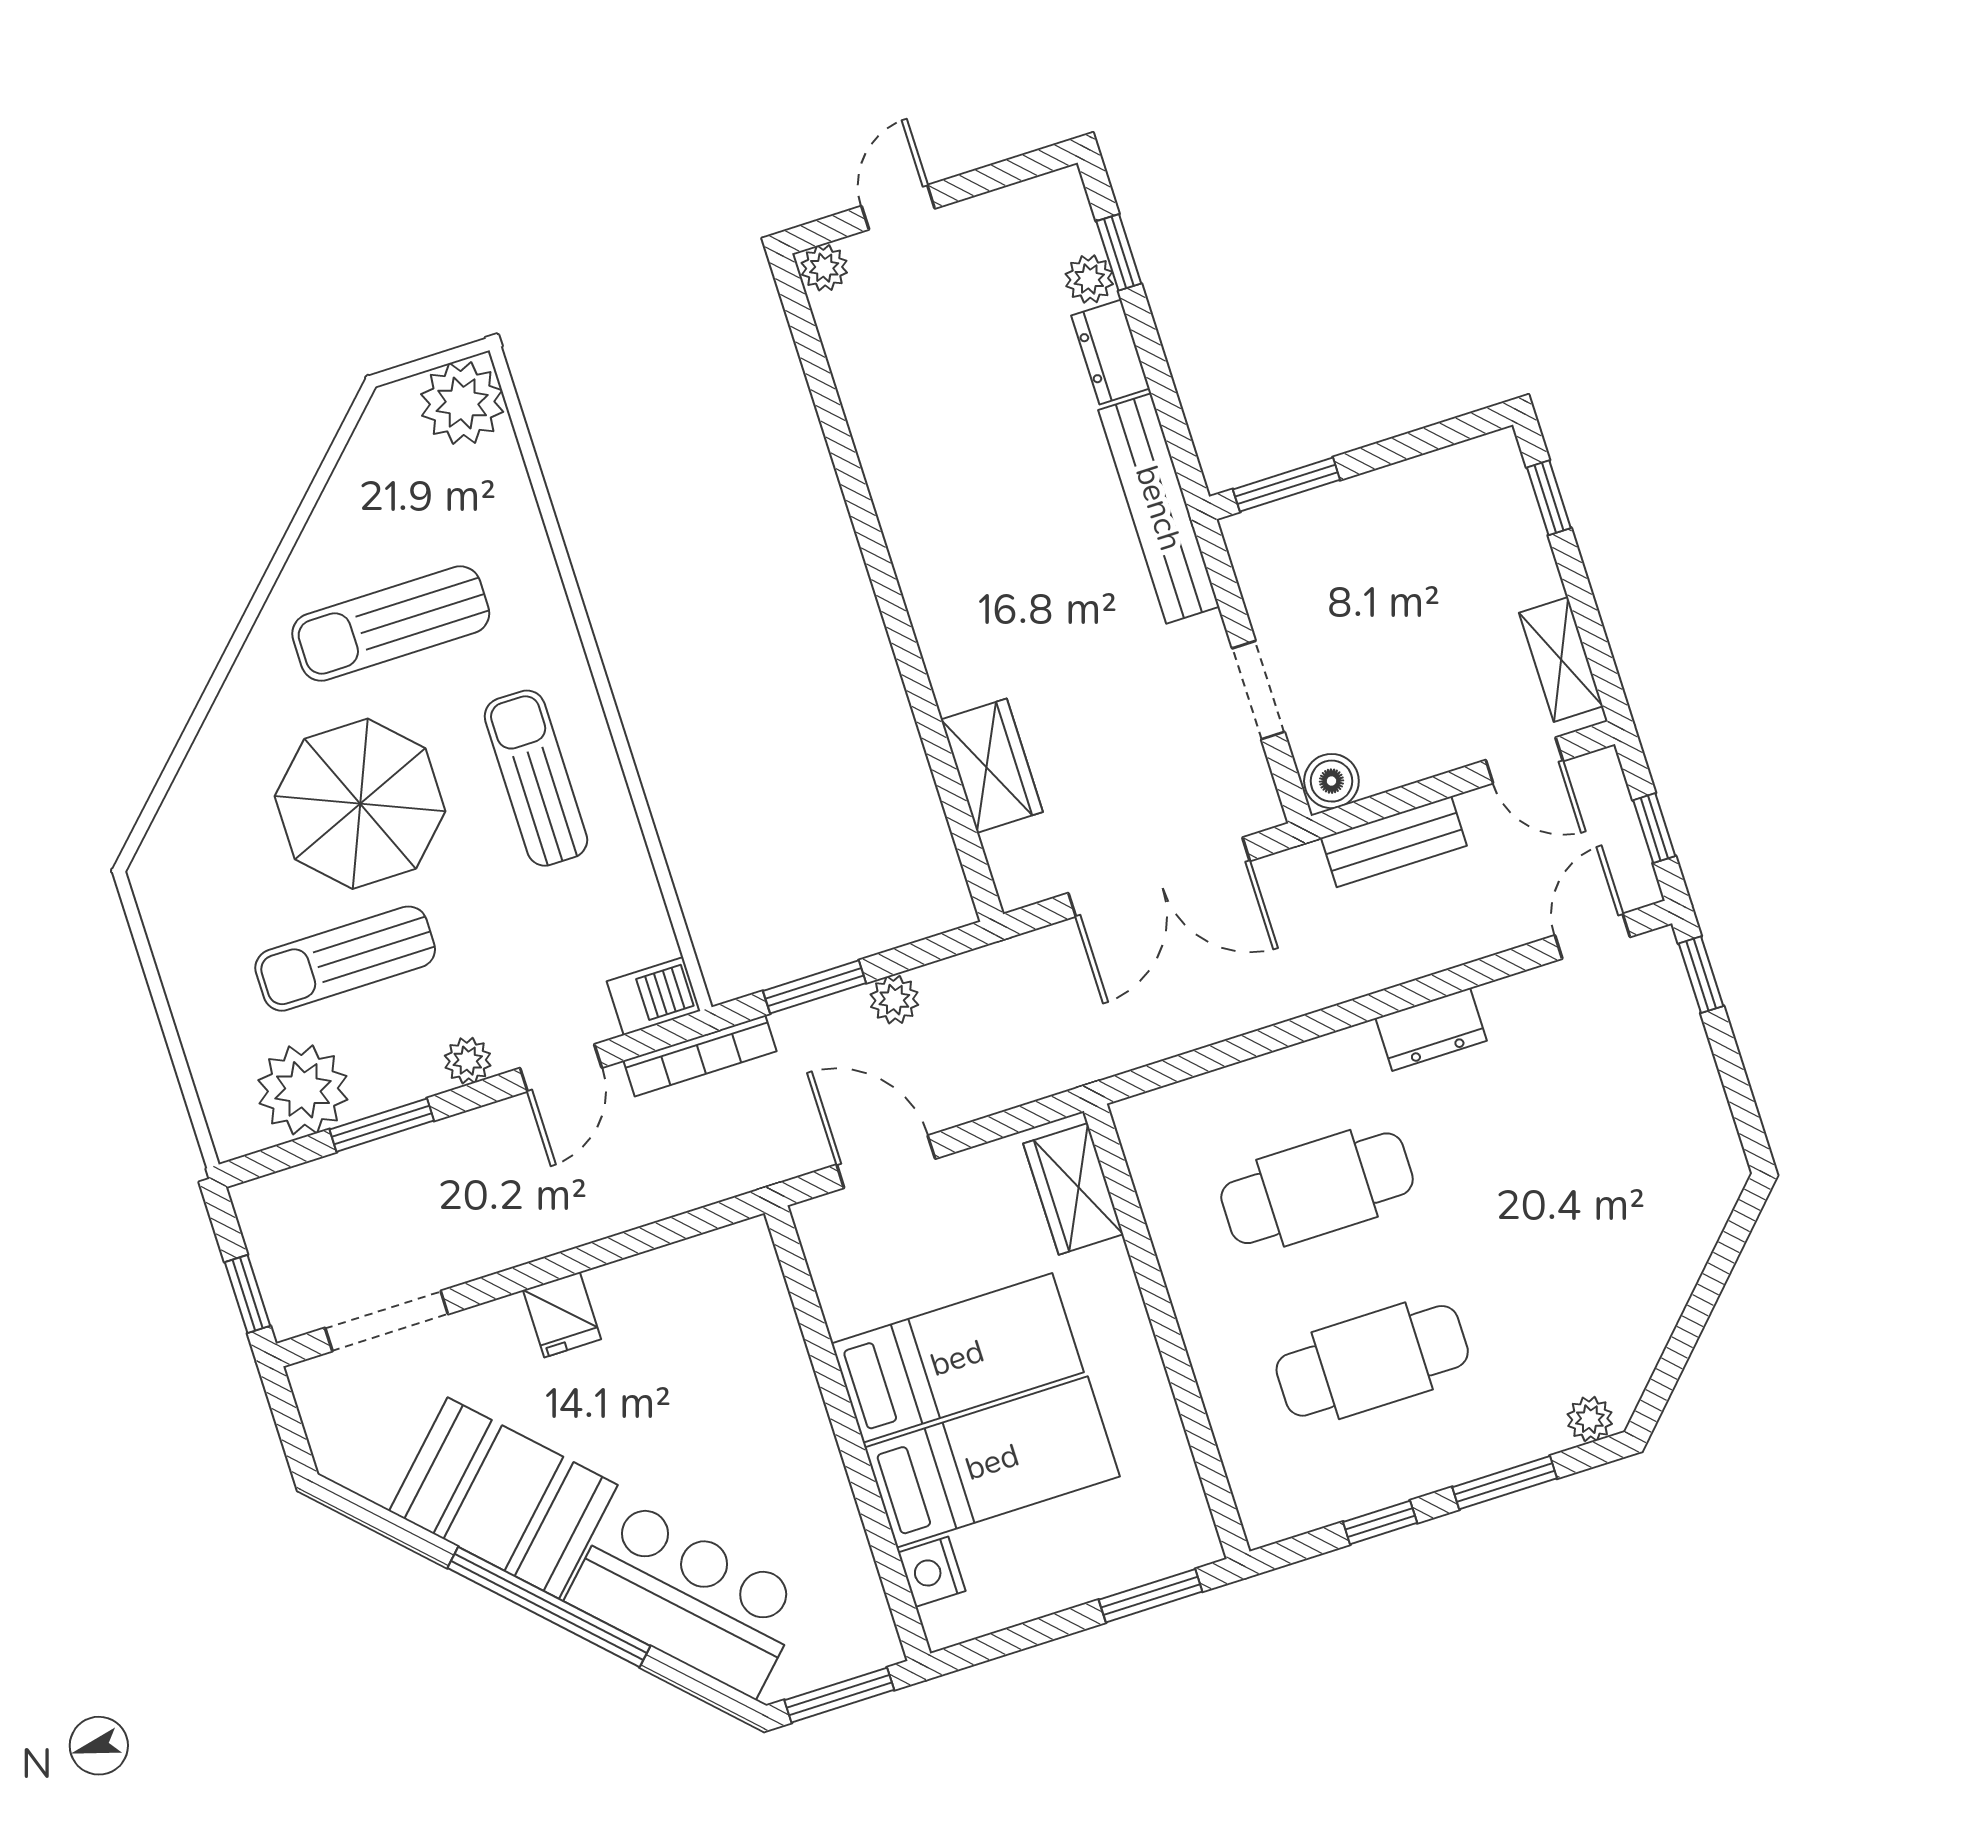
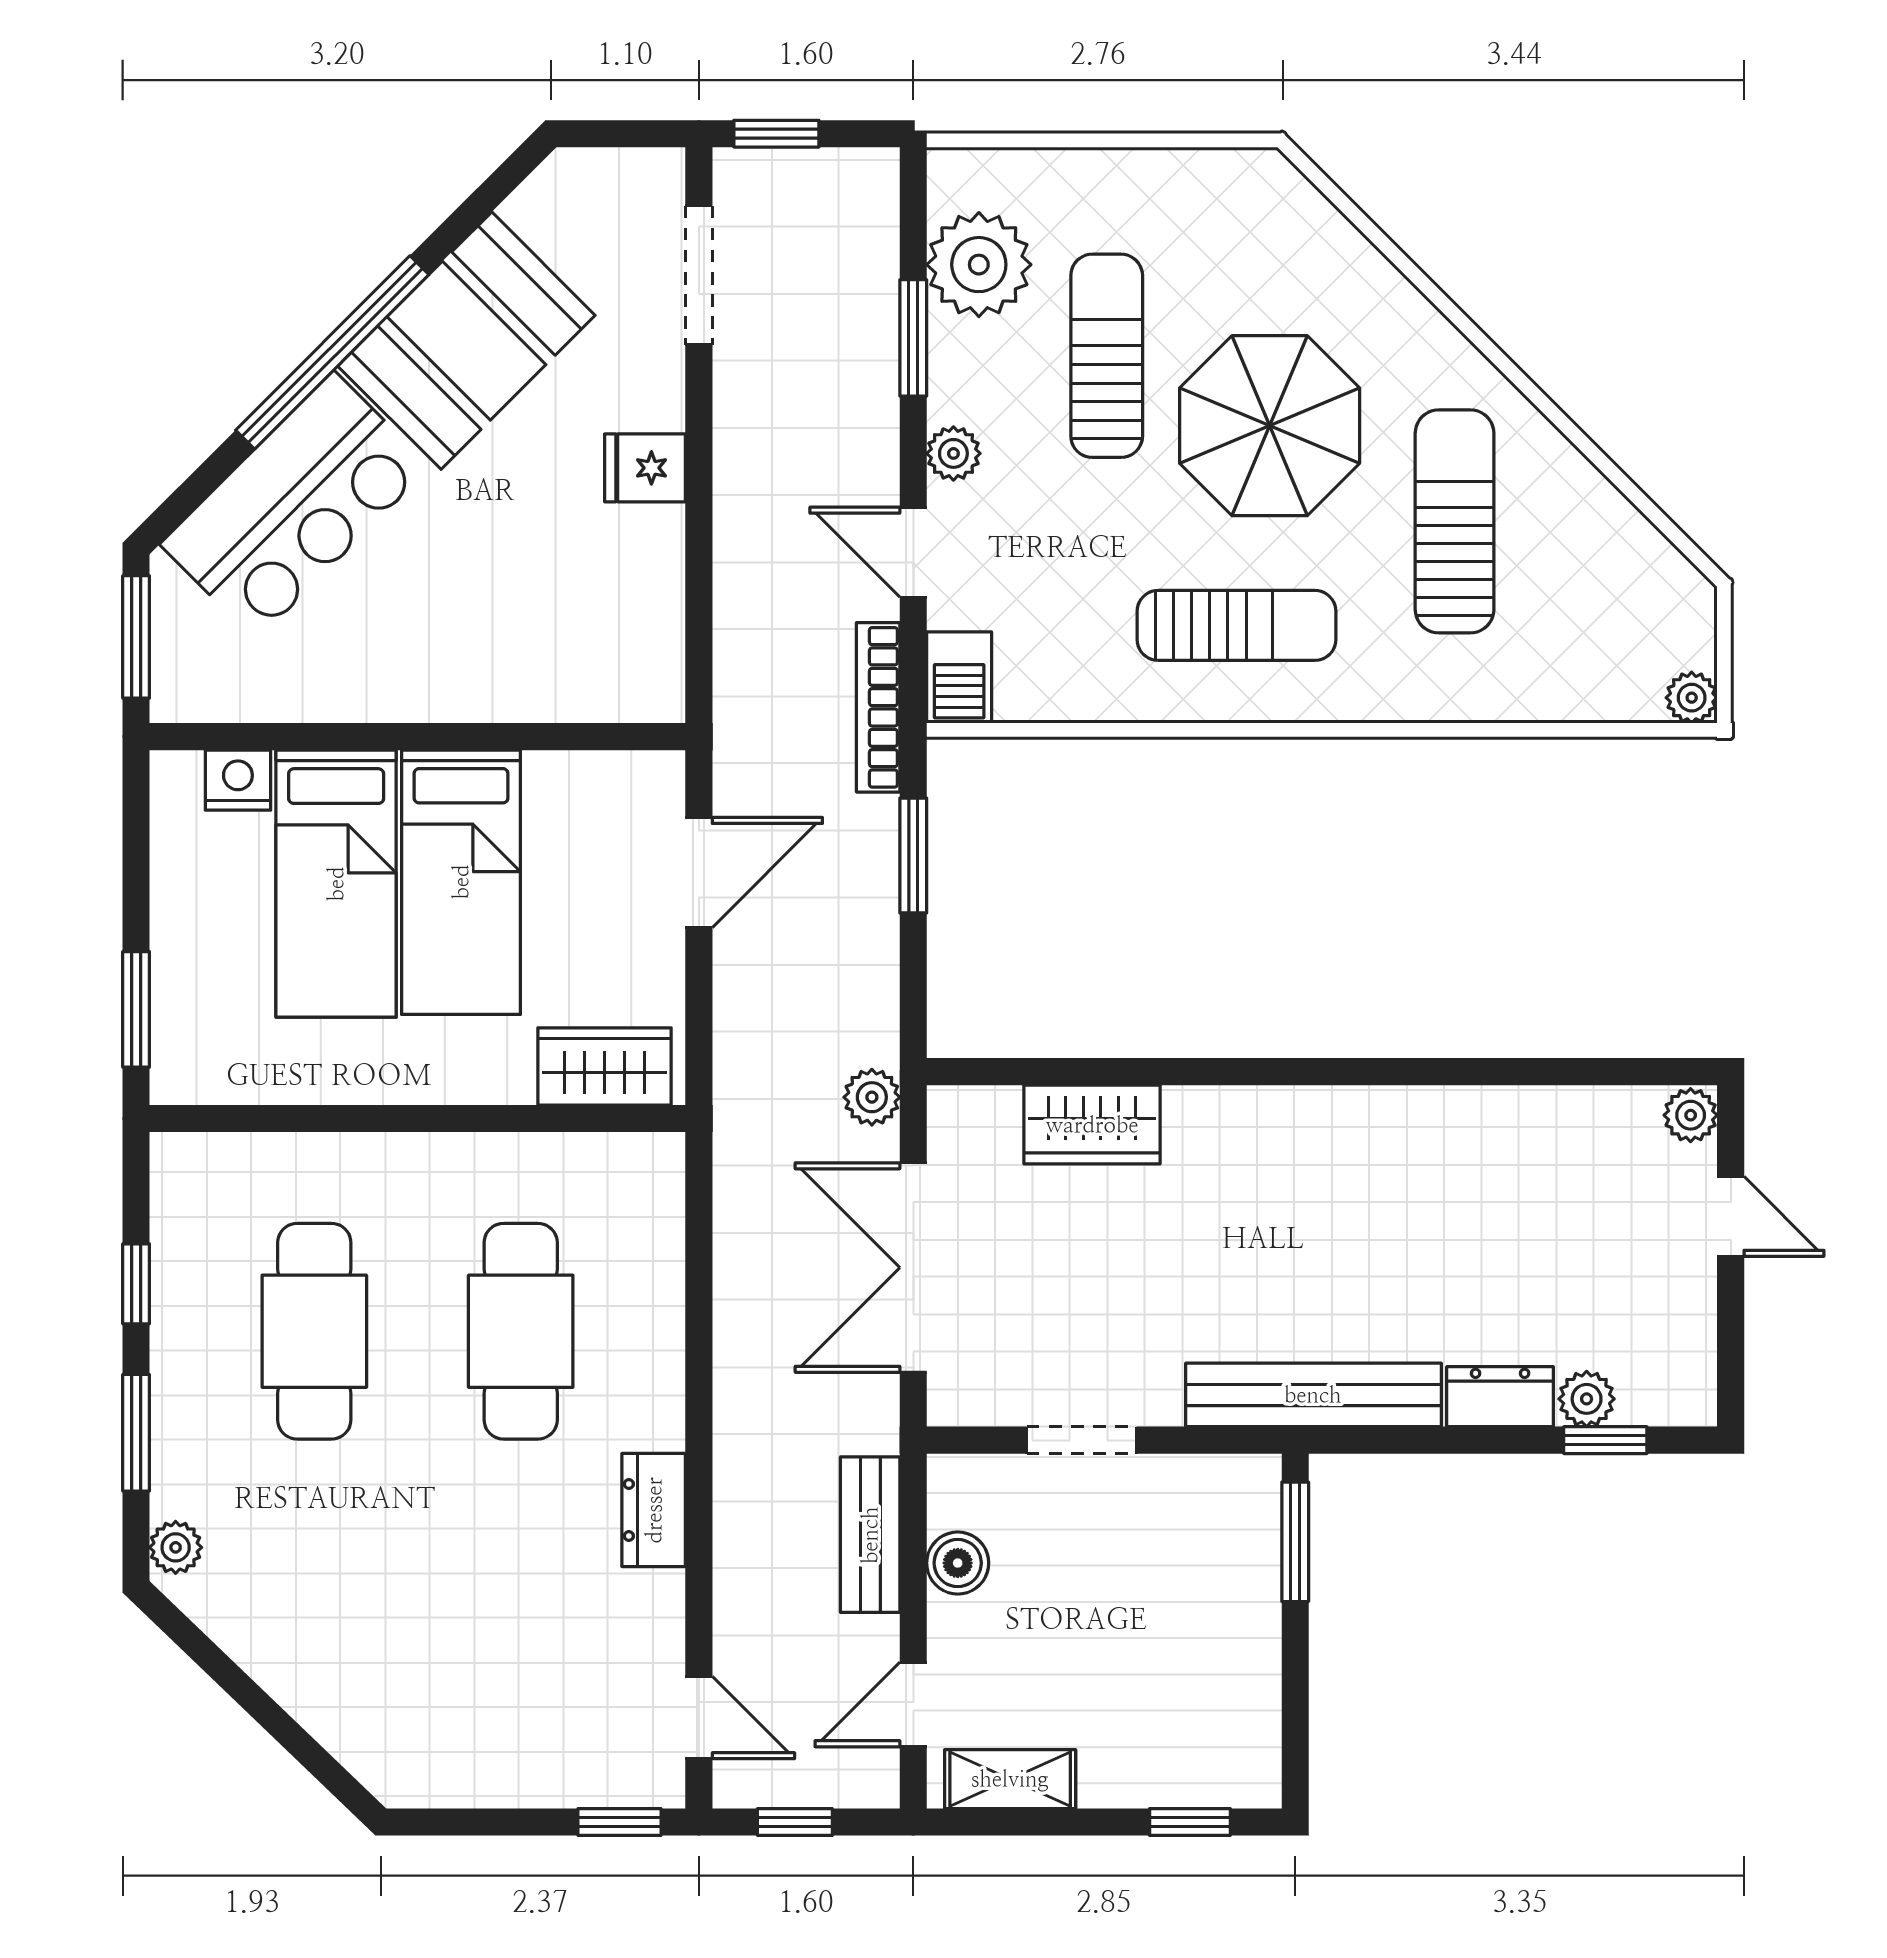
plant: (462, 403) -> (1692, 698), width x0.53, depth x0.53
boiler: (1331, 781) -> (958, 1563), moved
plant: (894, 1000) -> (872, 1097), moved

